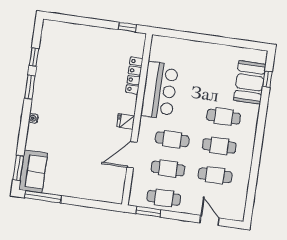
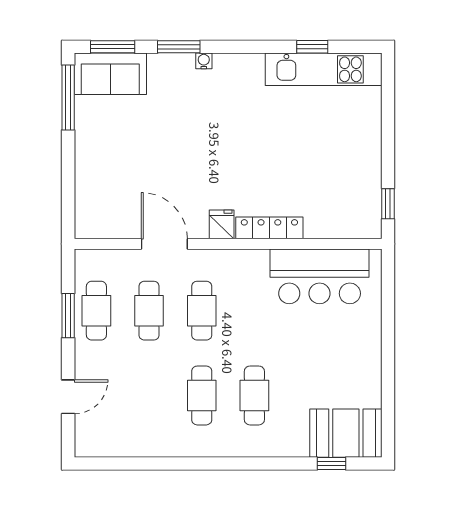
kitchen unit: (48, 52) -> (324, 69), added
locker: (134, 75) -> (269, 228), moved
booth: (250, 82) -> (346, 433), moved
window: (30, 87) -> (179, 47), moved
bar counter: (160, 90) -> (320, 276), moved
cafe table: (215, 175) -> (149, 395), removed
window: (148, 212) -> (68, 316), moved

